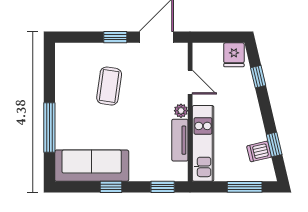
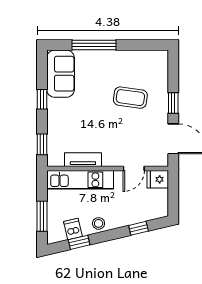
fridge: (234, 55) -> (158, 179), moved
plant: (181, 111) -> (109, 161), removed
stool: (253, 122) -> (99, 223), added
sofa: (92, 166) -> (61, 74), width x0.73

